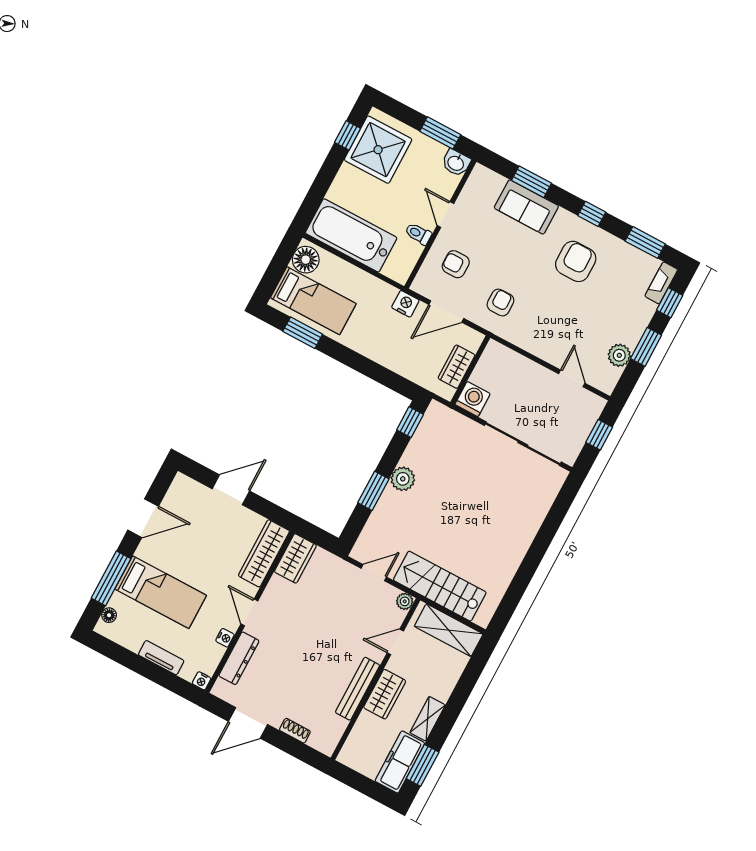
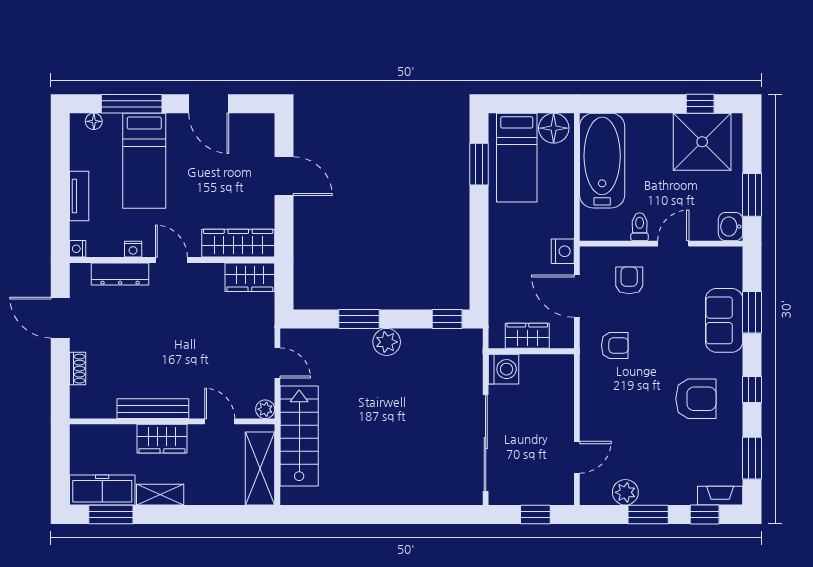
door: (249, 612) -> (171, 260), hinge flipped

